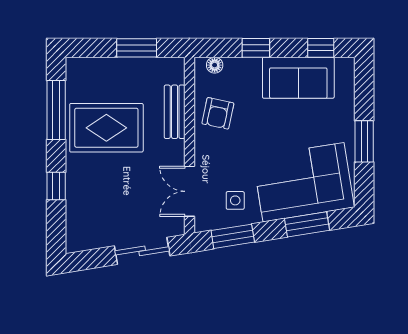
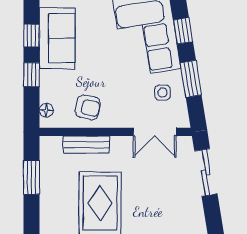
window: (321, 48) -> (31, 35), moved
window: (307, 224) -> (183, 31), width x0.67
window: (233, 236) -> (191, 79), moved

